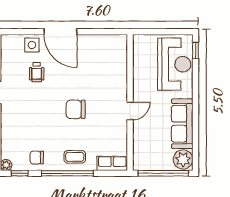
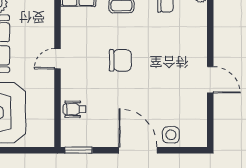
window: (112, 32) -> (79, 150), added
wheelchair: (37, 72) -> (74, 109), moved, turned -90

